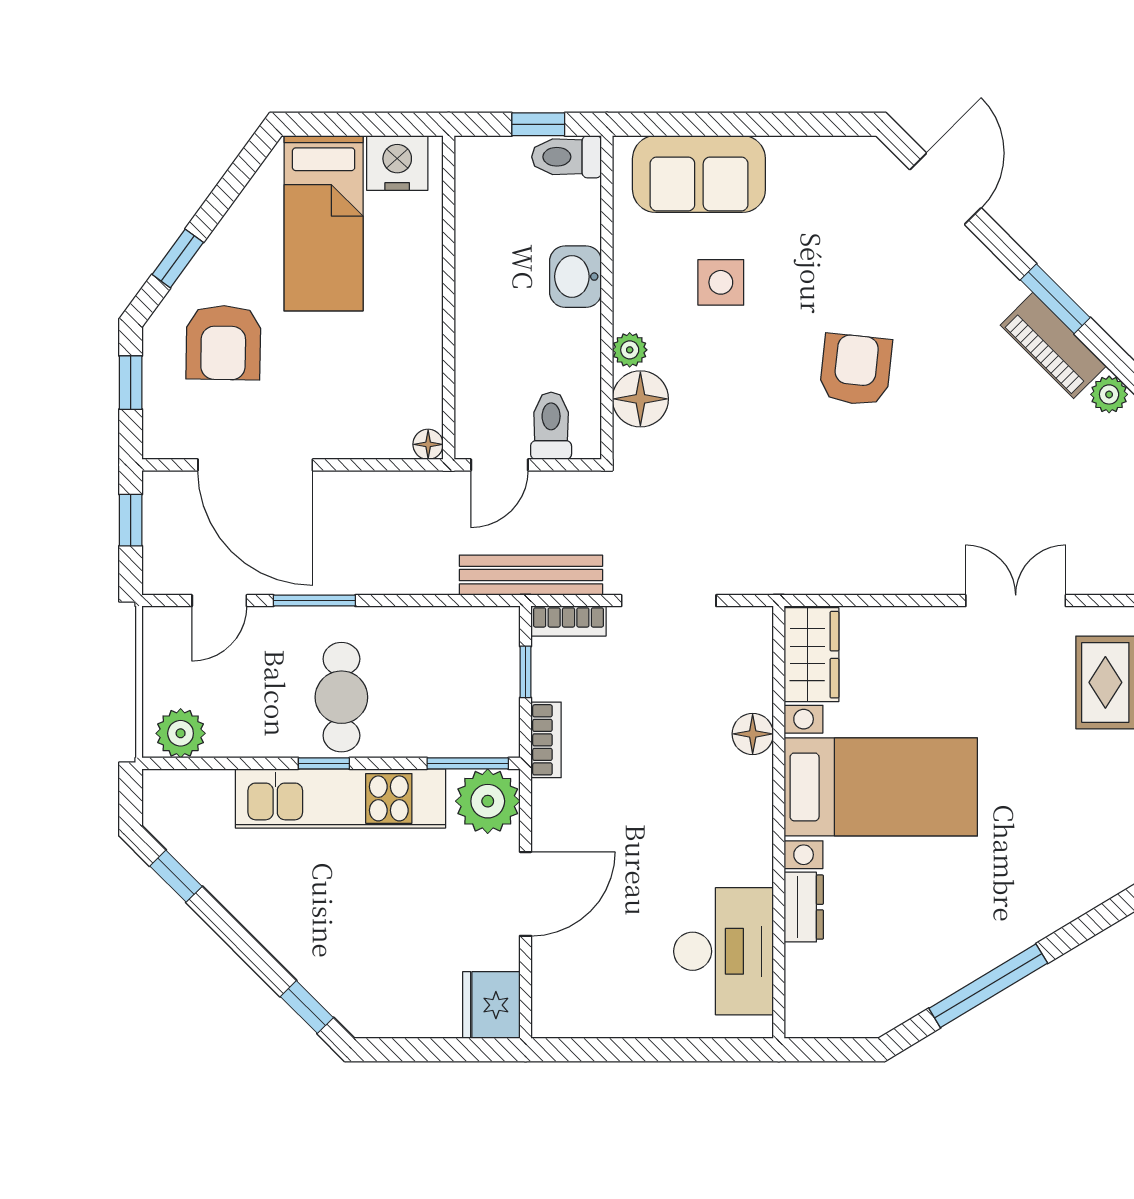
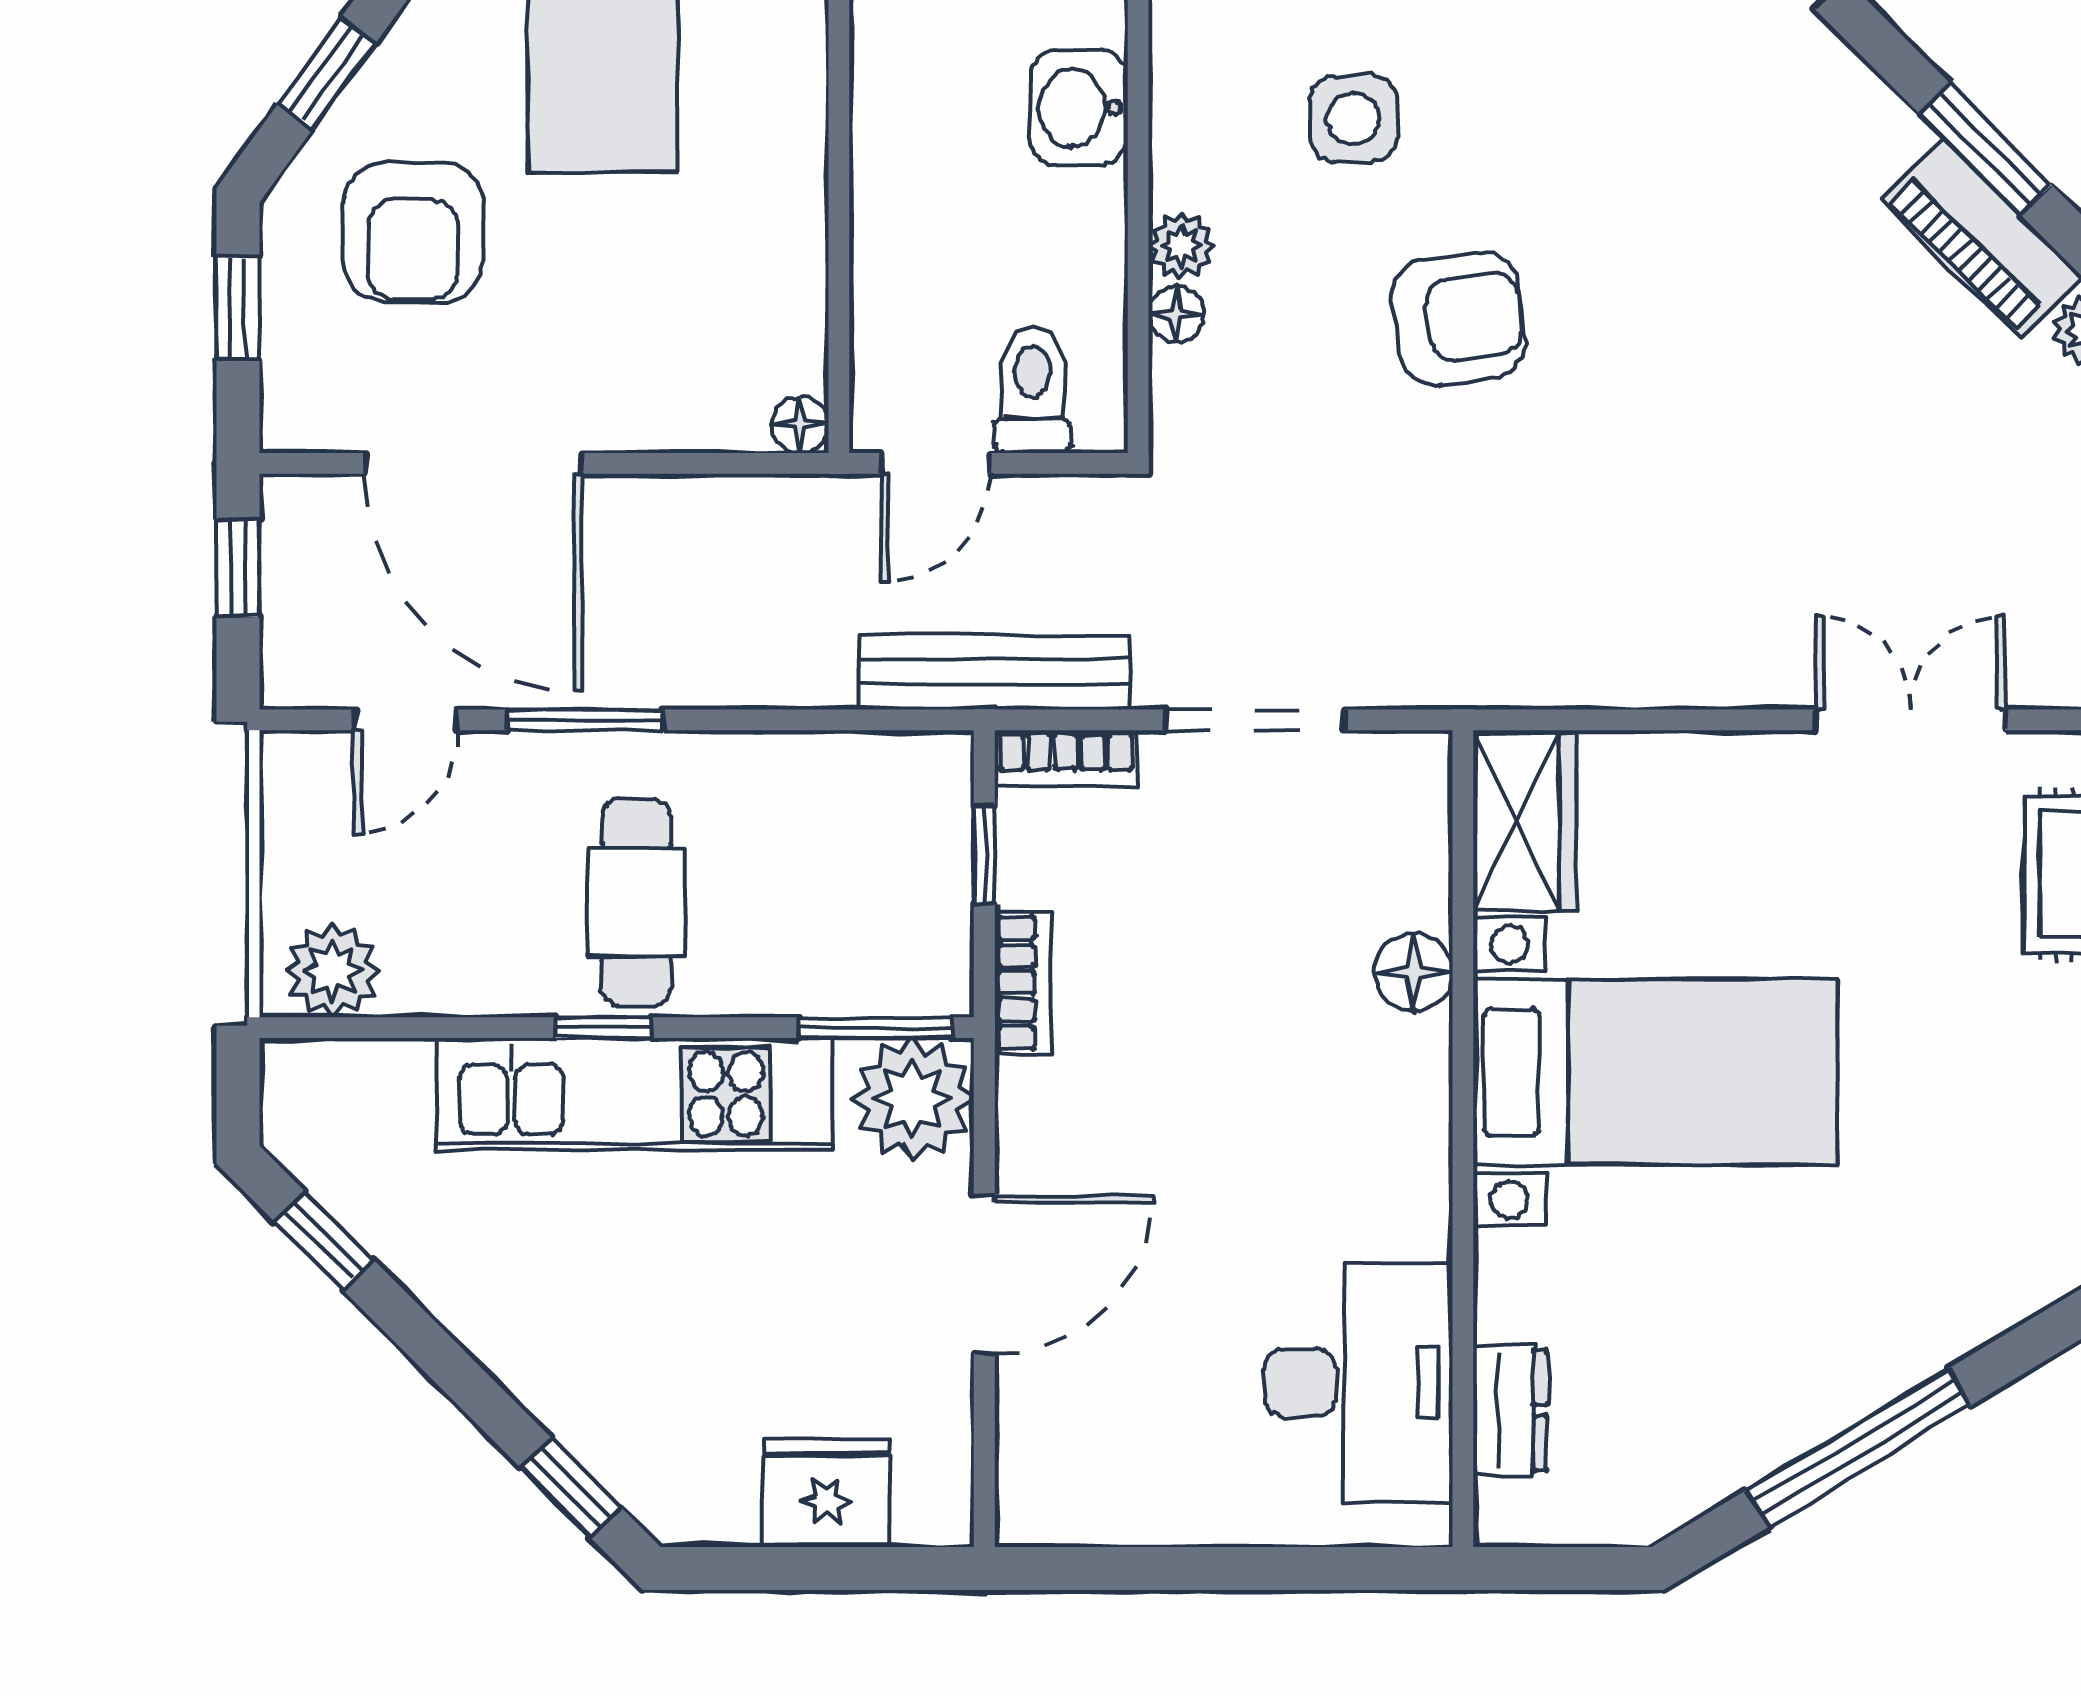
armchair: (856, 370) -> (1459, 318), moved, turned 76
floor lamp: (640, 399) -> (1176, 314), width x0.53, depth x0.53
dresser: (804, 907) -> (1510, 1410), moved
fridge: (491, 1005) -> (827, 1493), moved, turned 90

